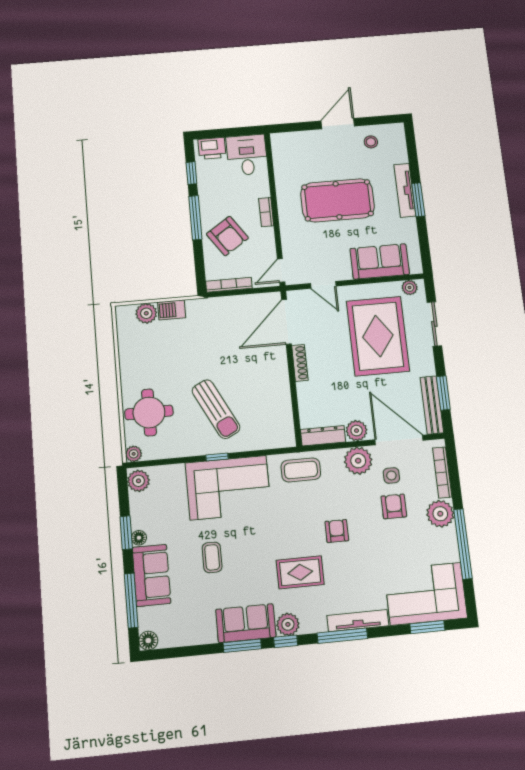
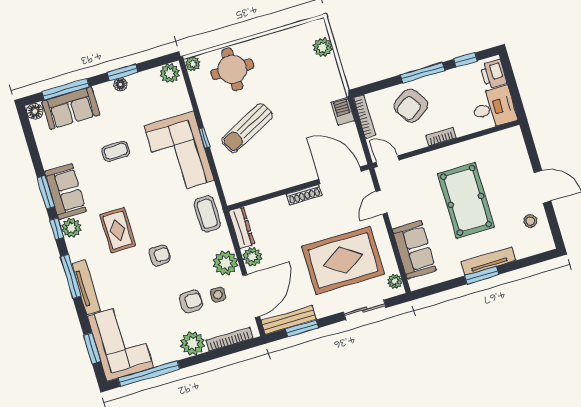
barbecue: (172, 310) -> (343, 111), moved
window: (463, 544) -> (149, 374), moved
sofa: (151, 575) -> (71, 108), moved

